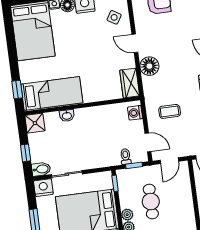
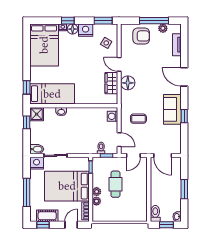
wardrobe: (130, 83) -> (111, 83), moved
window: (26, 153) -> (27, 122), moved

